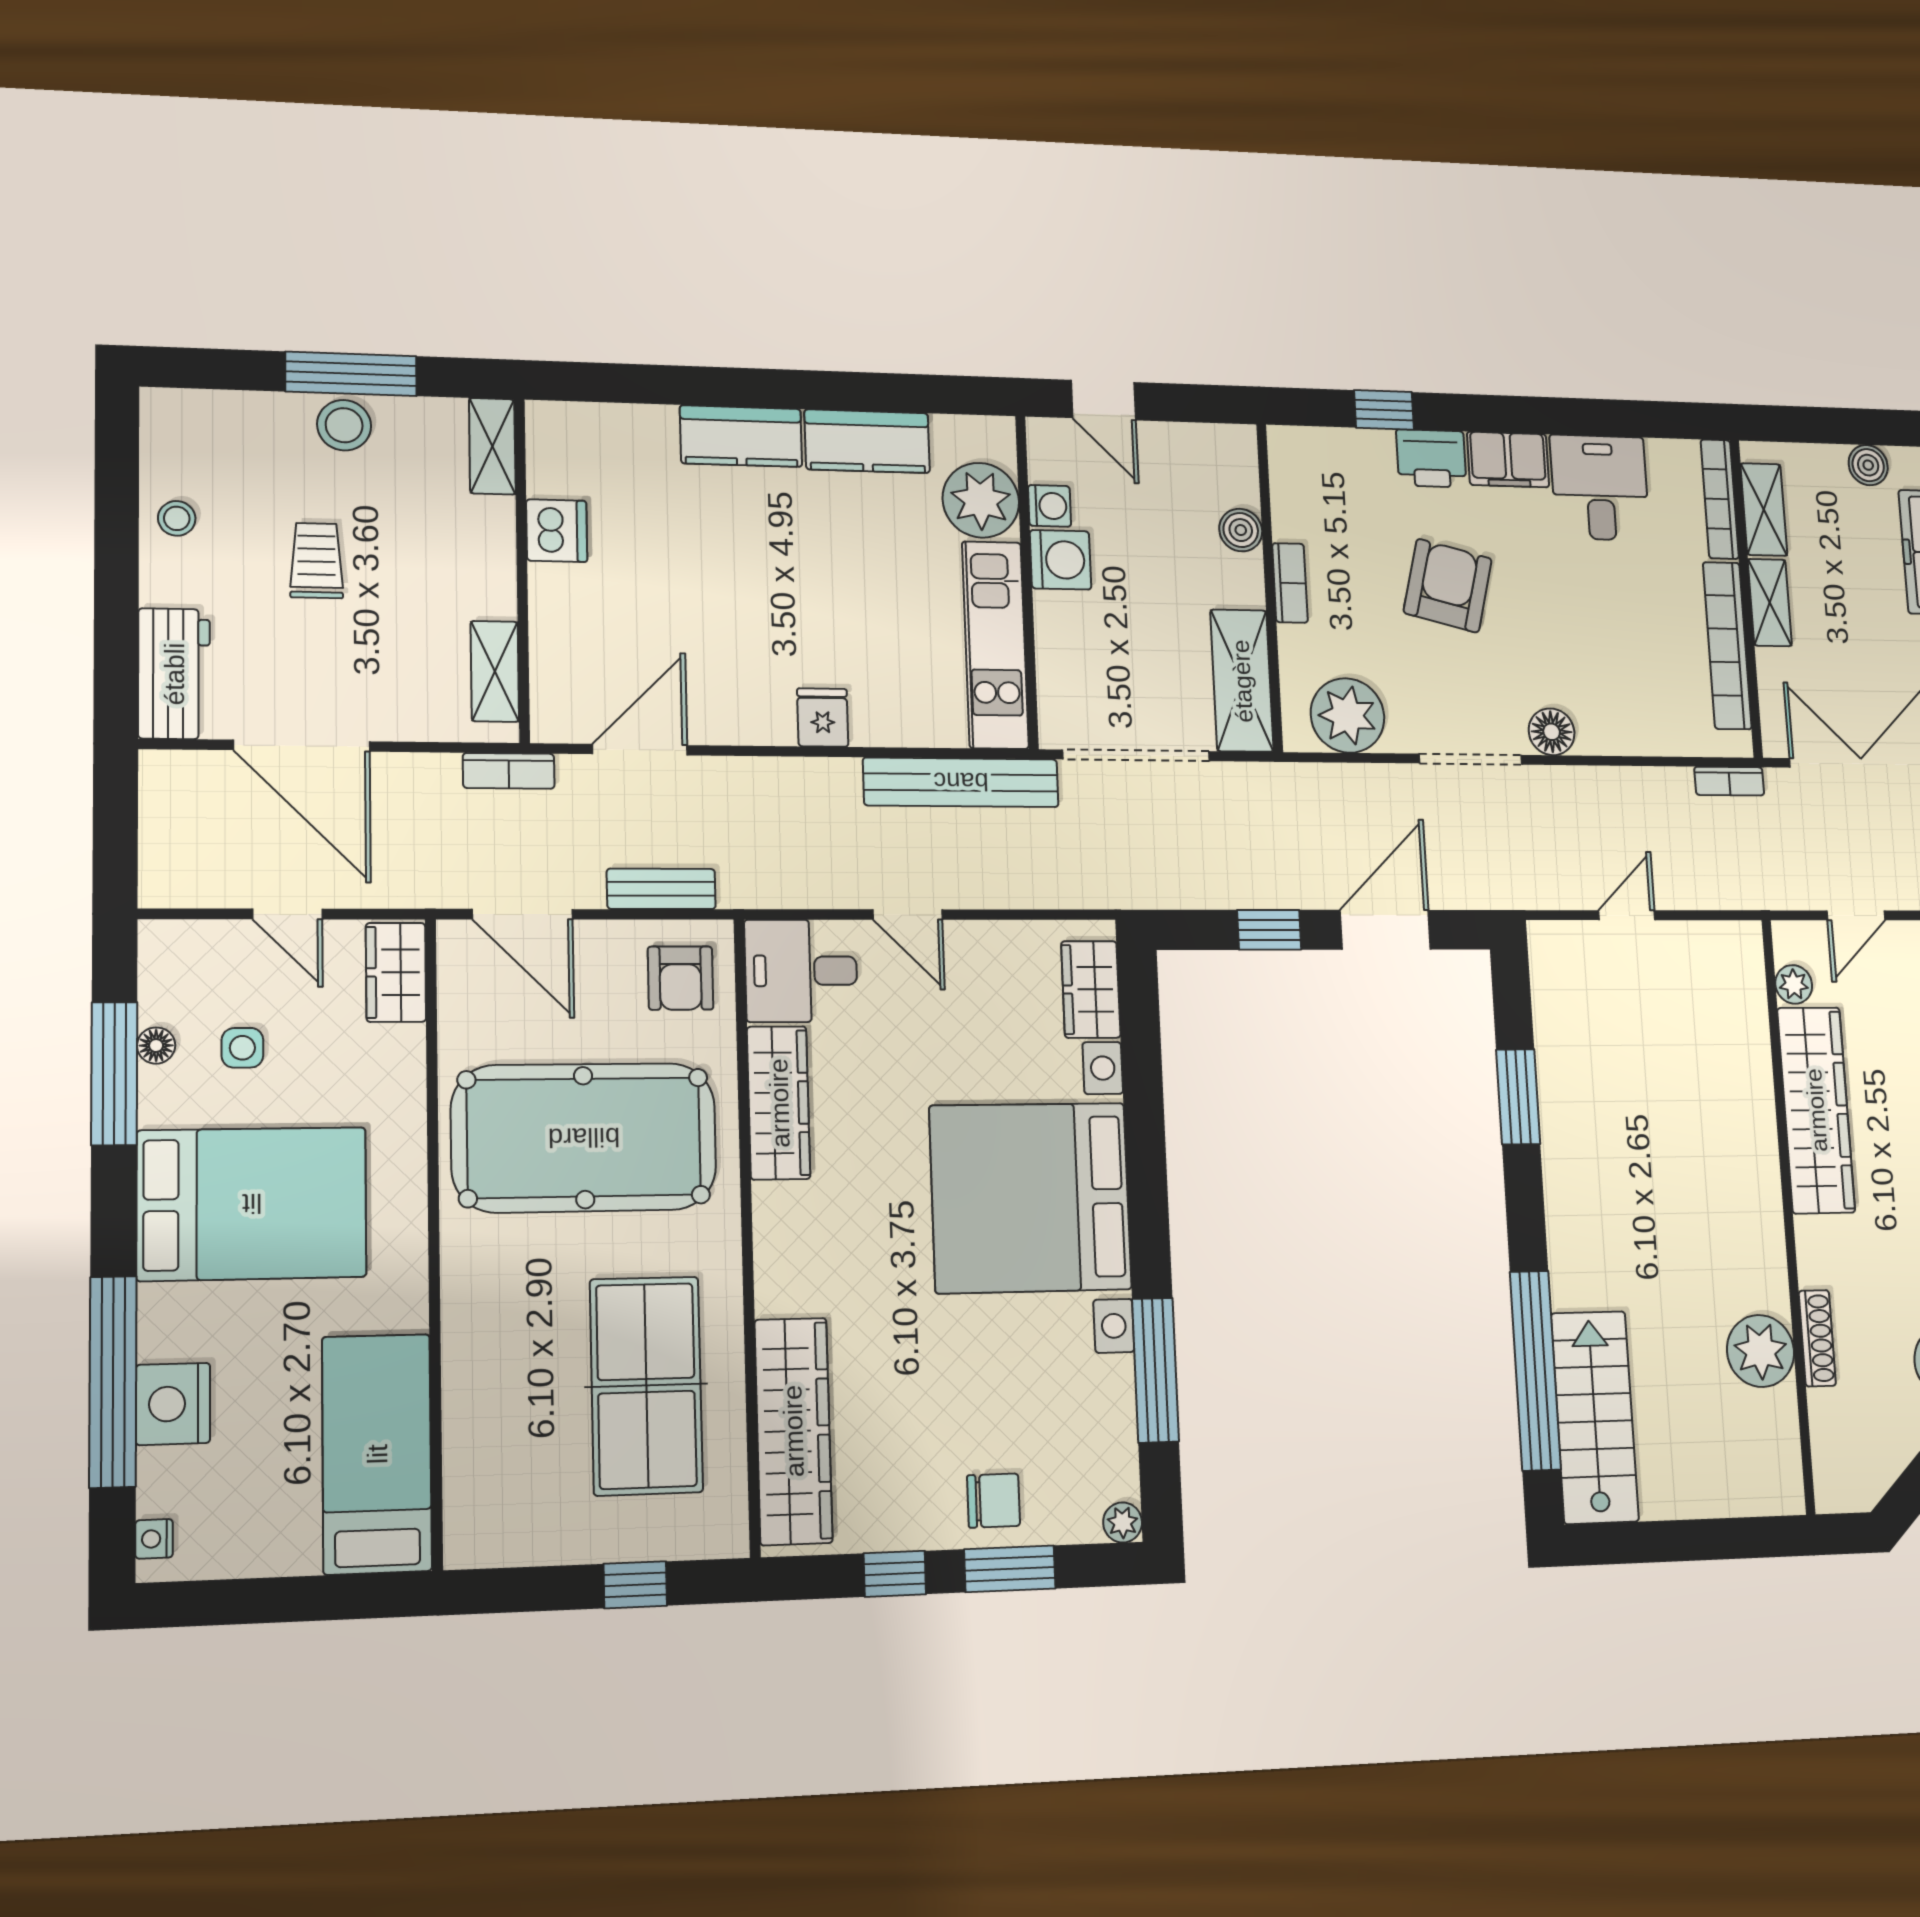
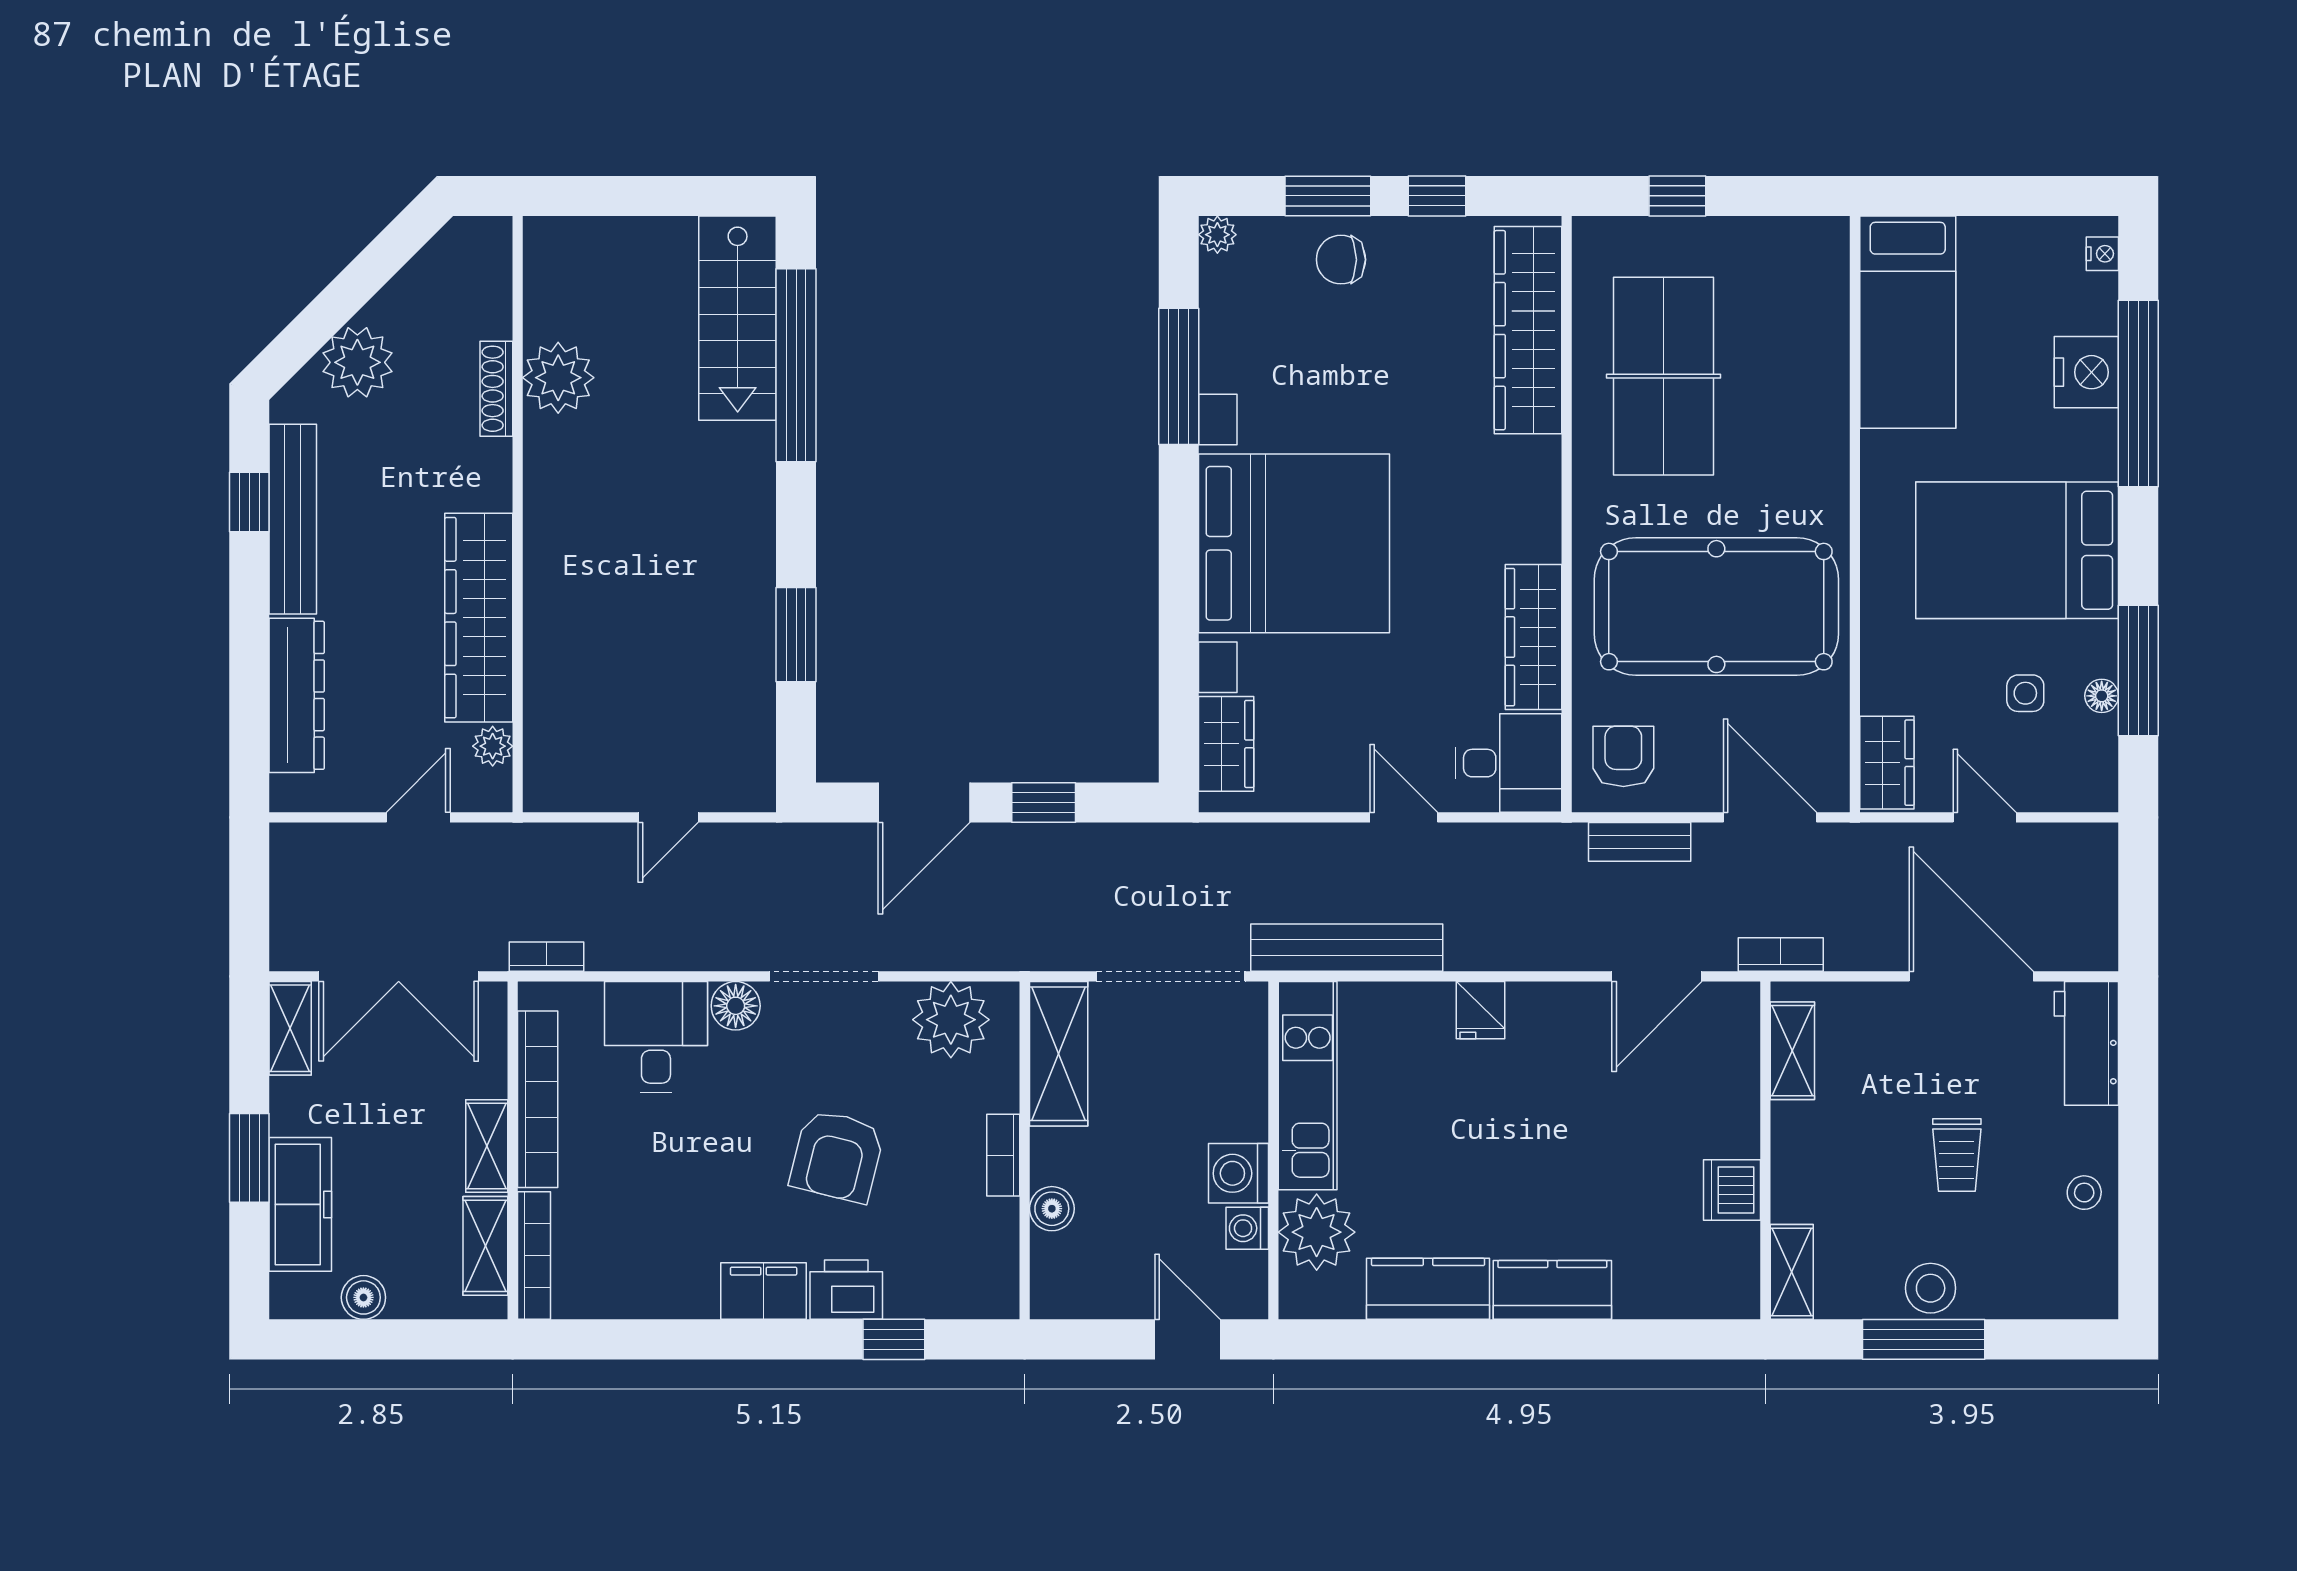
desk: (1600, 488) -> (656, 1037), moved, turned 180

